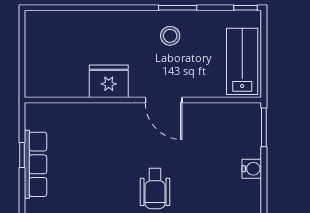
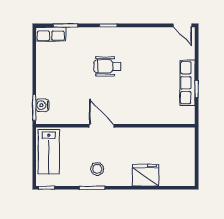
fridge: (109, 81) -> (146, 175), moved, turned 180
water cooler: (252, 169) -> (42, 105), moved
wheelchair: (155, 189) -> (107, 66), turned -90

